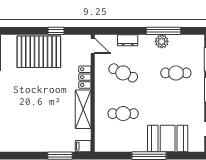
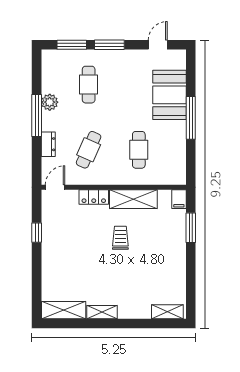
window: (163, 31) -> (37, 115), moved
pallet: (39, 52) -> (62, 254), removed
trolley: (52, 99) -> (120, 238), added

